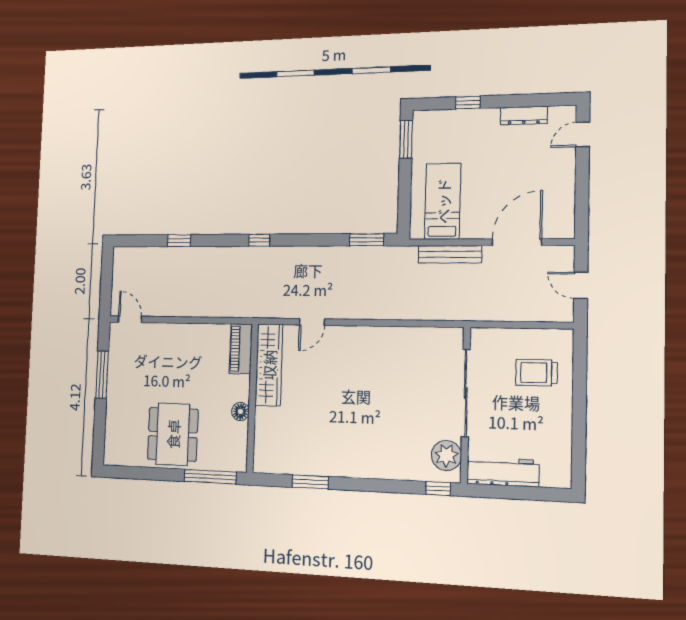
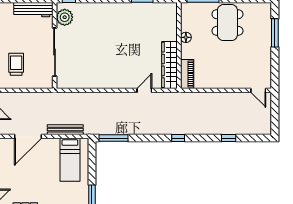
window: (367, 240) -> (113, 138), width x1.44
trolley: (537, 373) -> (16, 64), turned -90
window: (102, 375) -> (275, 33), moved

